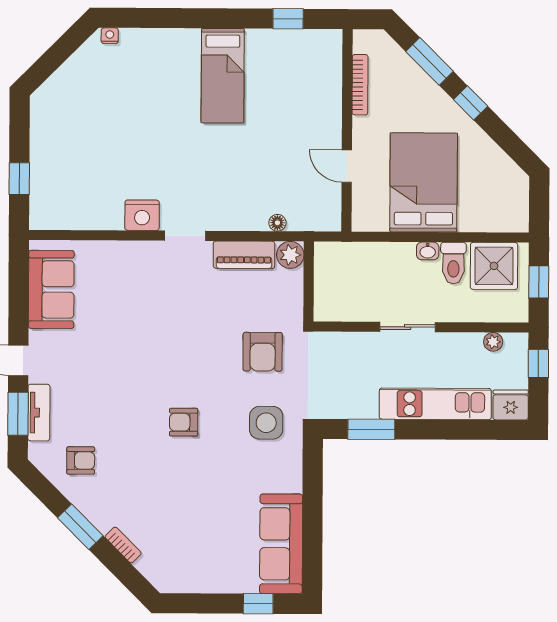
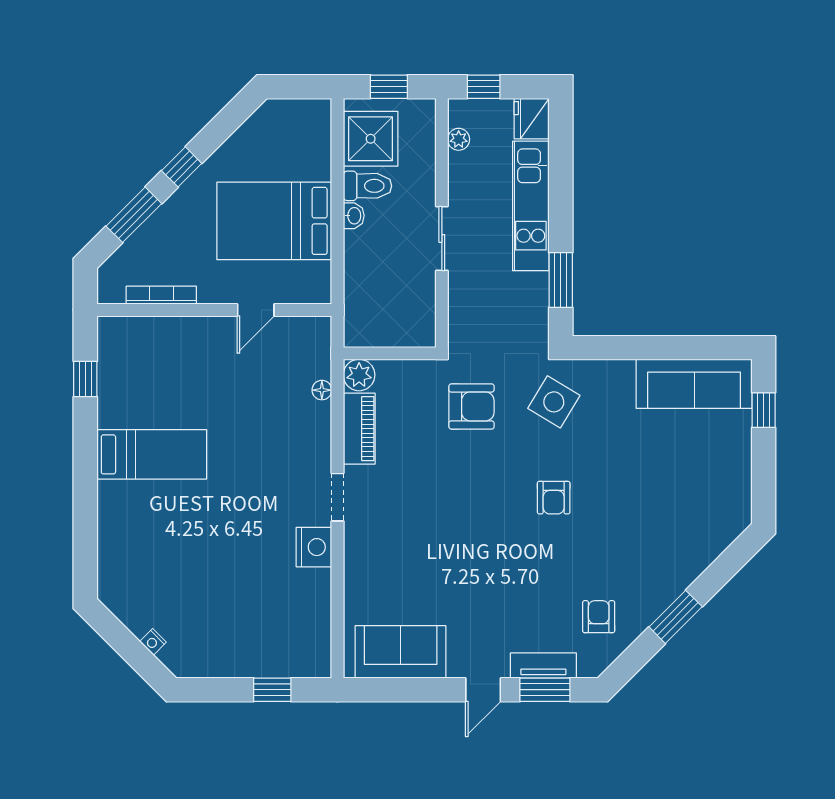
nightstand: (110, 36) -> (153, 642), moved, turned -45
side table: (266, 423) -> (554, 402), turned 31
bookcase: (123, 545) -> (696, 567), removed

